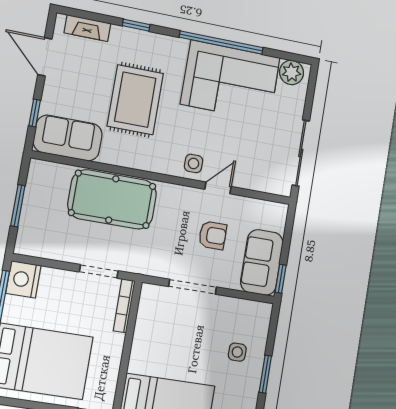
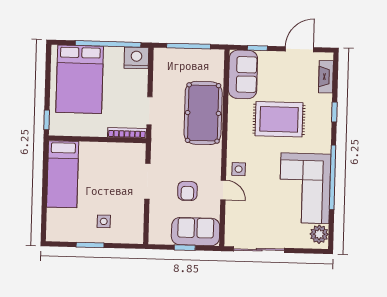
window: (18, 206) -> (189, 46), width x1.44
sofa: (262, 262) -> (196, 232), moved
window: (281, 279) -> (185, 248), moved

